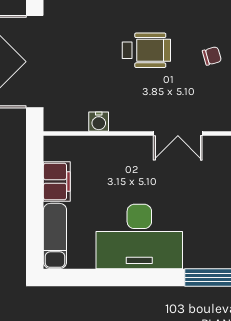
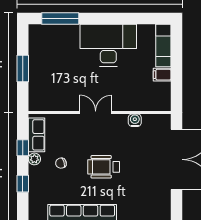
double door: (178, 134) -> (96, 112), moved
filing cabinet: (57, 181) -> (162, 75), width x0.50

